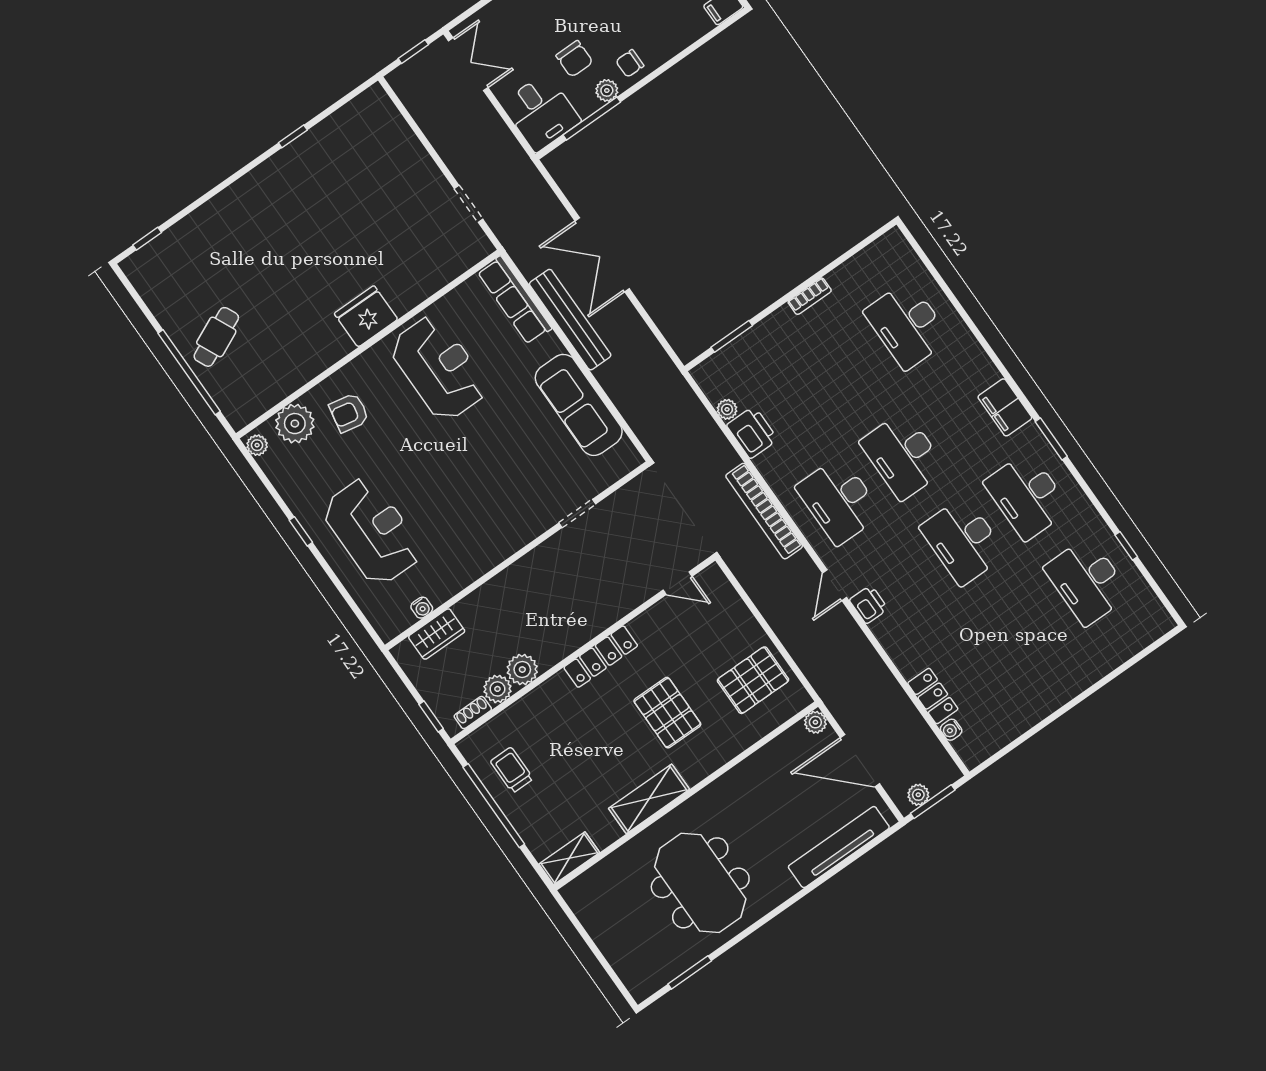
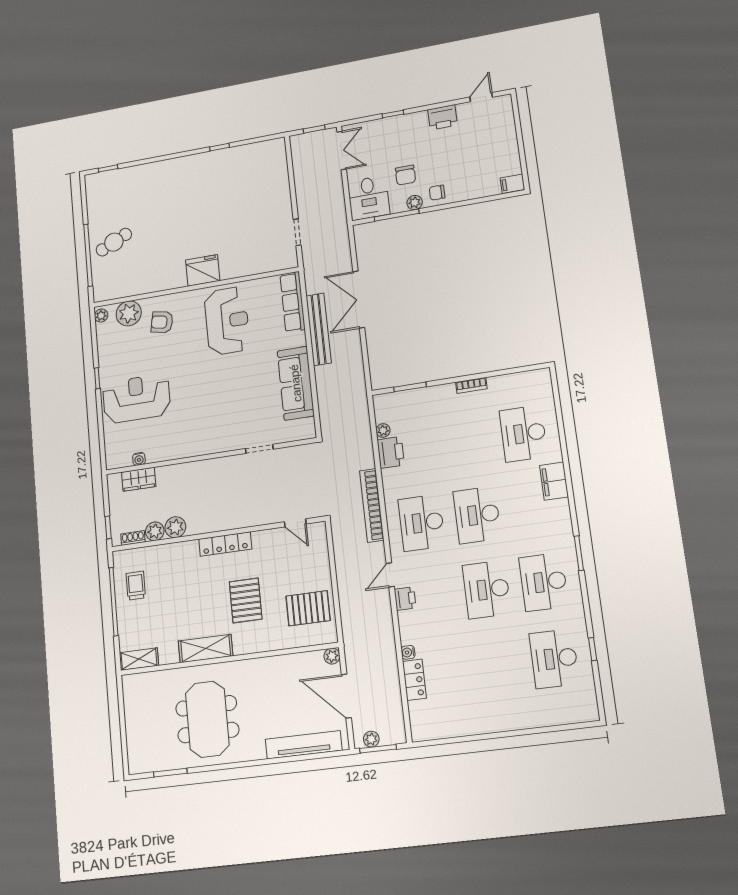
filing cabinet: (1005, 407) -> (554, 481), moved
reception desk: (372, 531) -> (136, 399), turned -90
water cooler: (951, 730) -> (408, 652), moved

